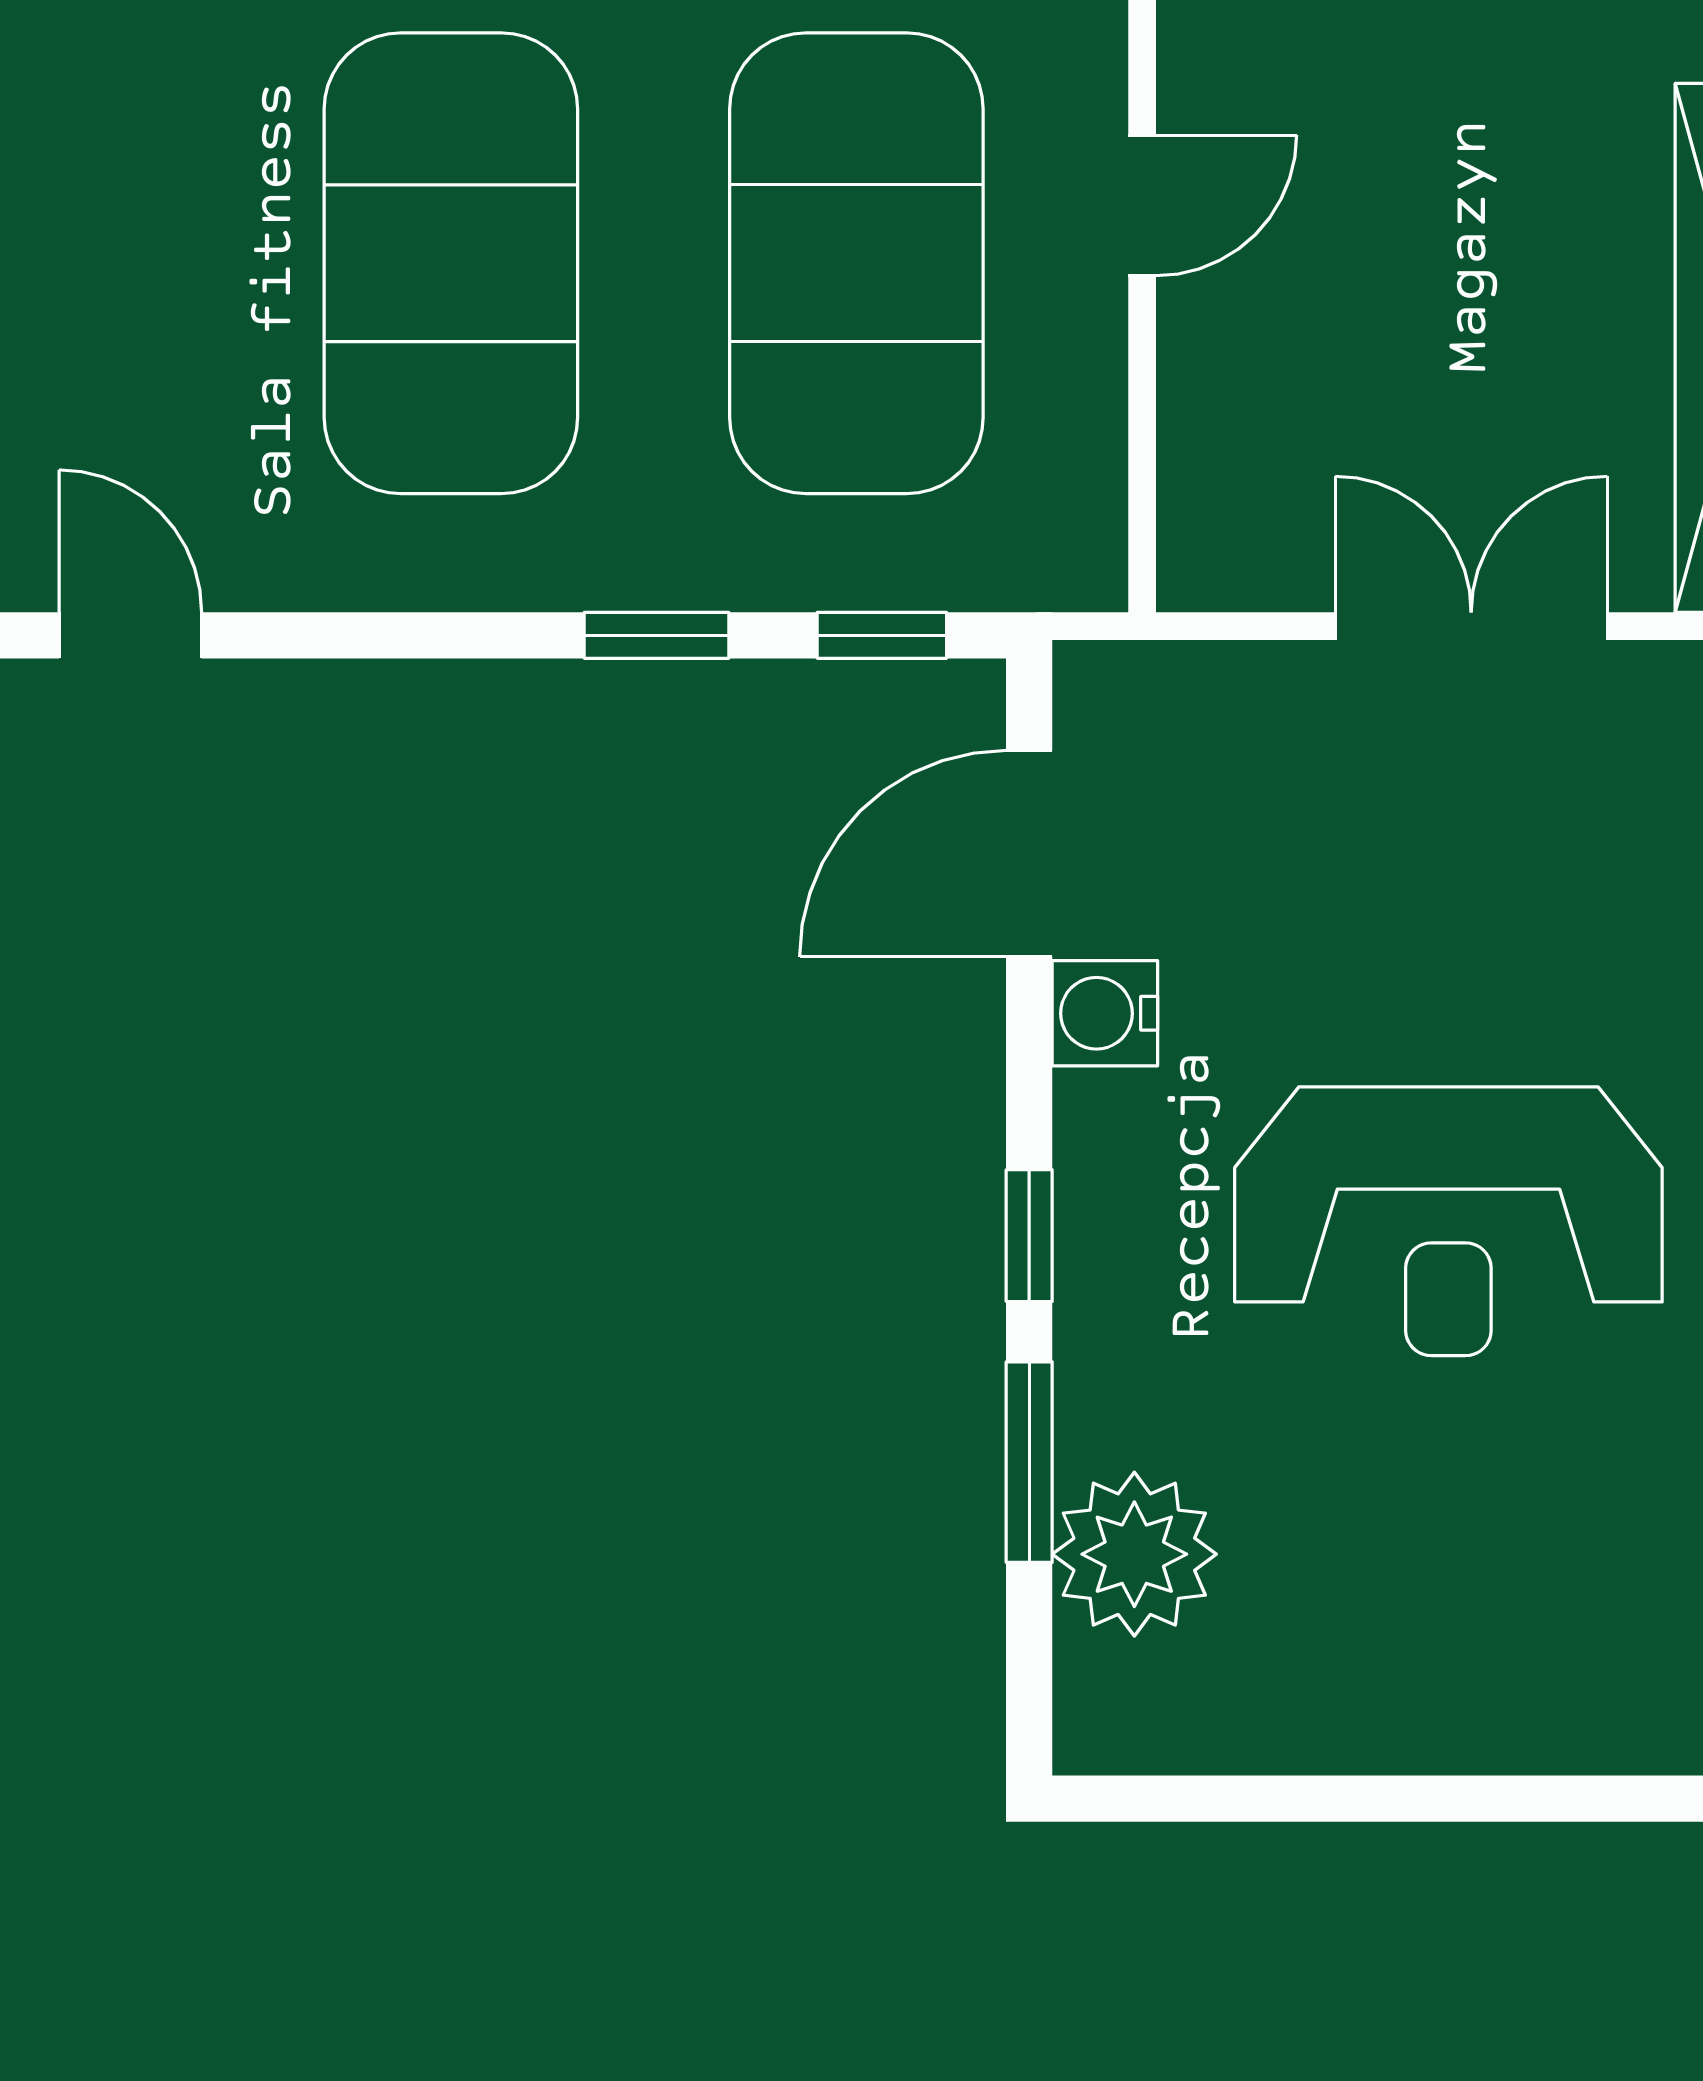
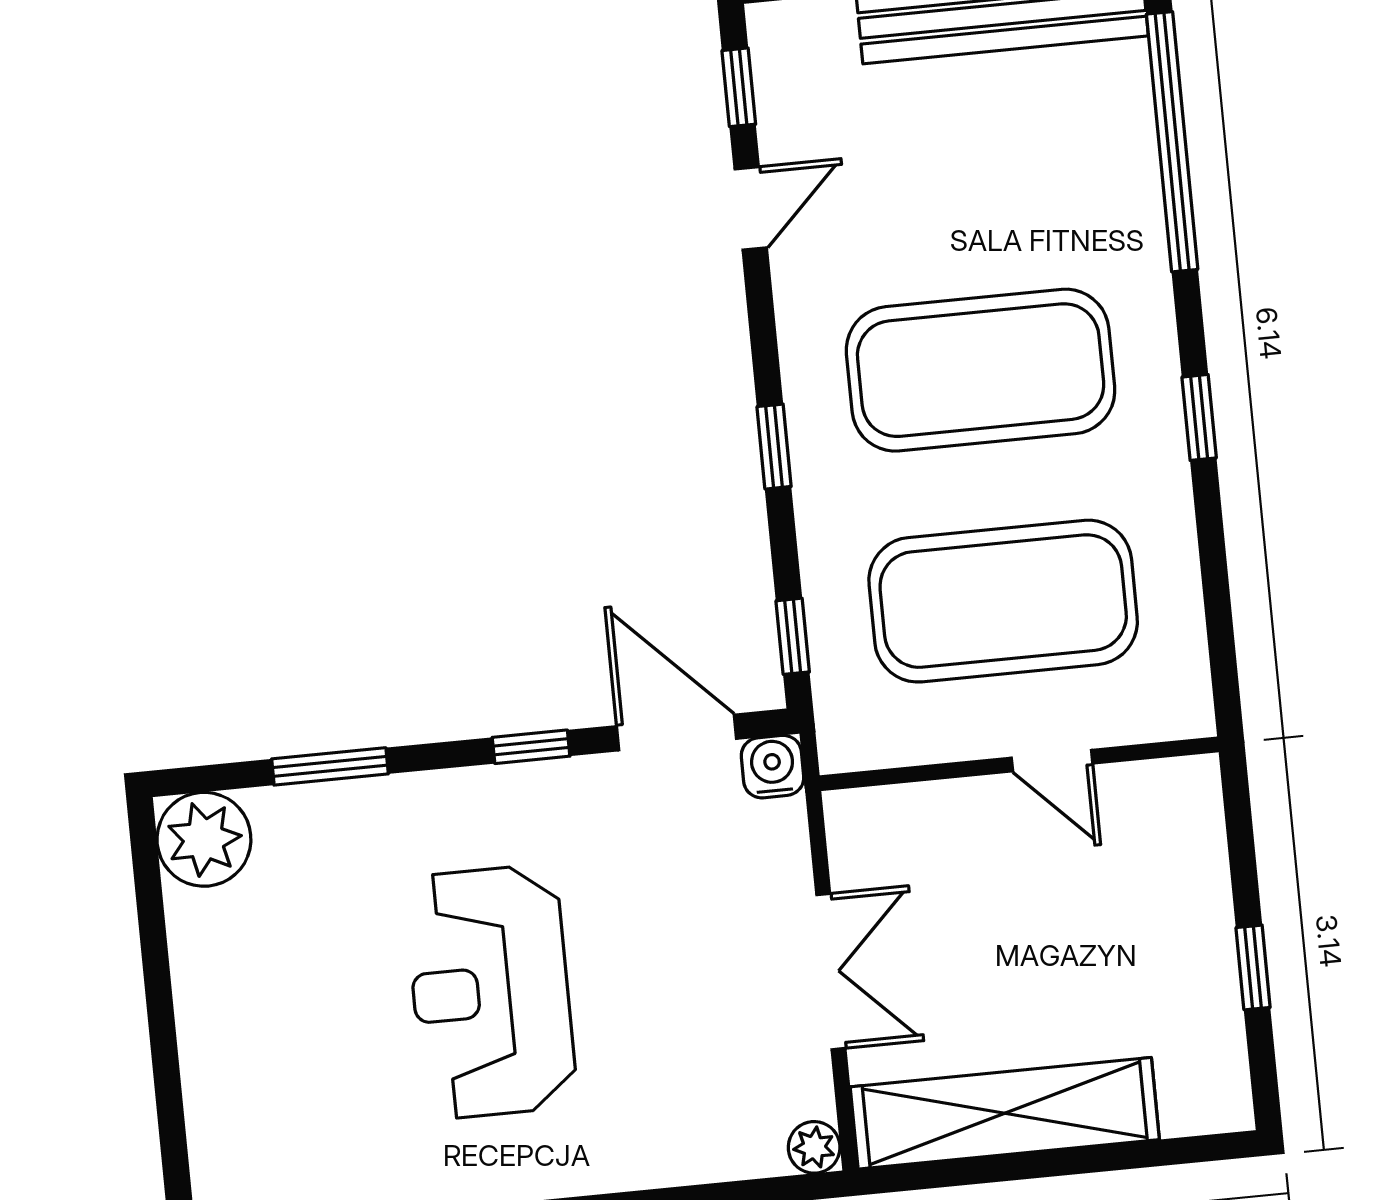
window: (657, 635) -> (774, 447), moved
water cooler: (1105, 1013) -> (773, 767), moved
window: (1029, 1236) -> (531, 747), moved
plant: (1134, 1554) -> (204, 839), moved

